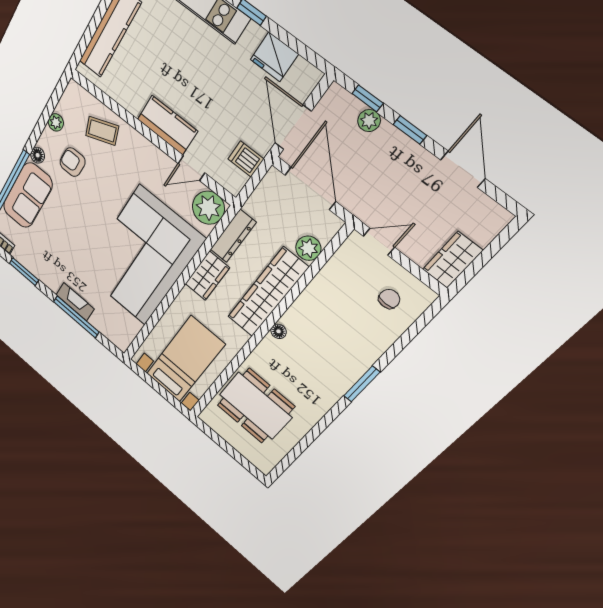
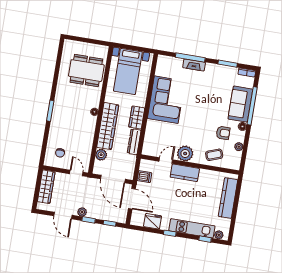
plant: (369, 121) -> (82, 212), moved
plant: (208, 208) -> (185, 154), moved
door: (379, 242) -> (76, 173), swing flipped
corner sofa: (142, 256) -> (166, 100), width x0.73, depth x0.74
wardrobe: (453, 260) -> (46, 187), width x1.50

